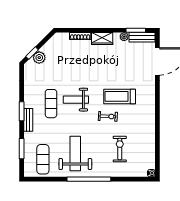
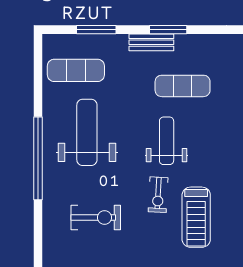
treadmill: (120, 96) -> (196, 217), turned 180
weight bench: (76, 100) -> (167, 141), moved
weight bench: (75, 154) -> (87, 132), turned -90

